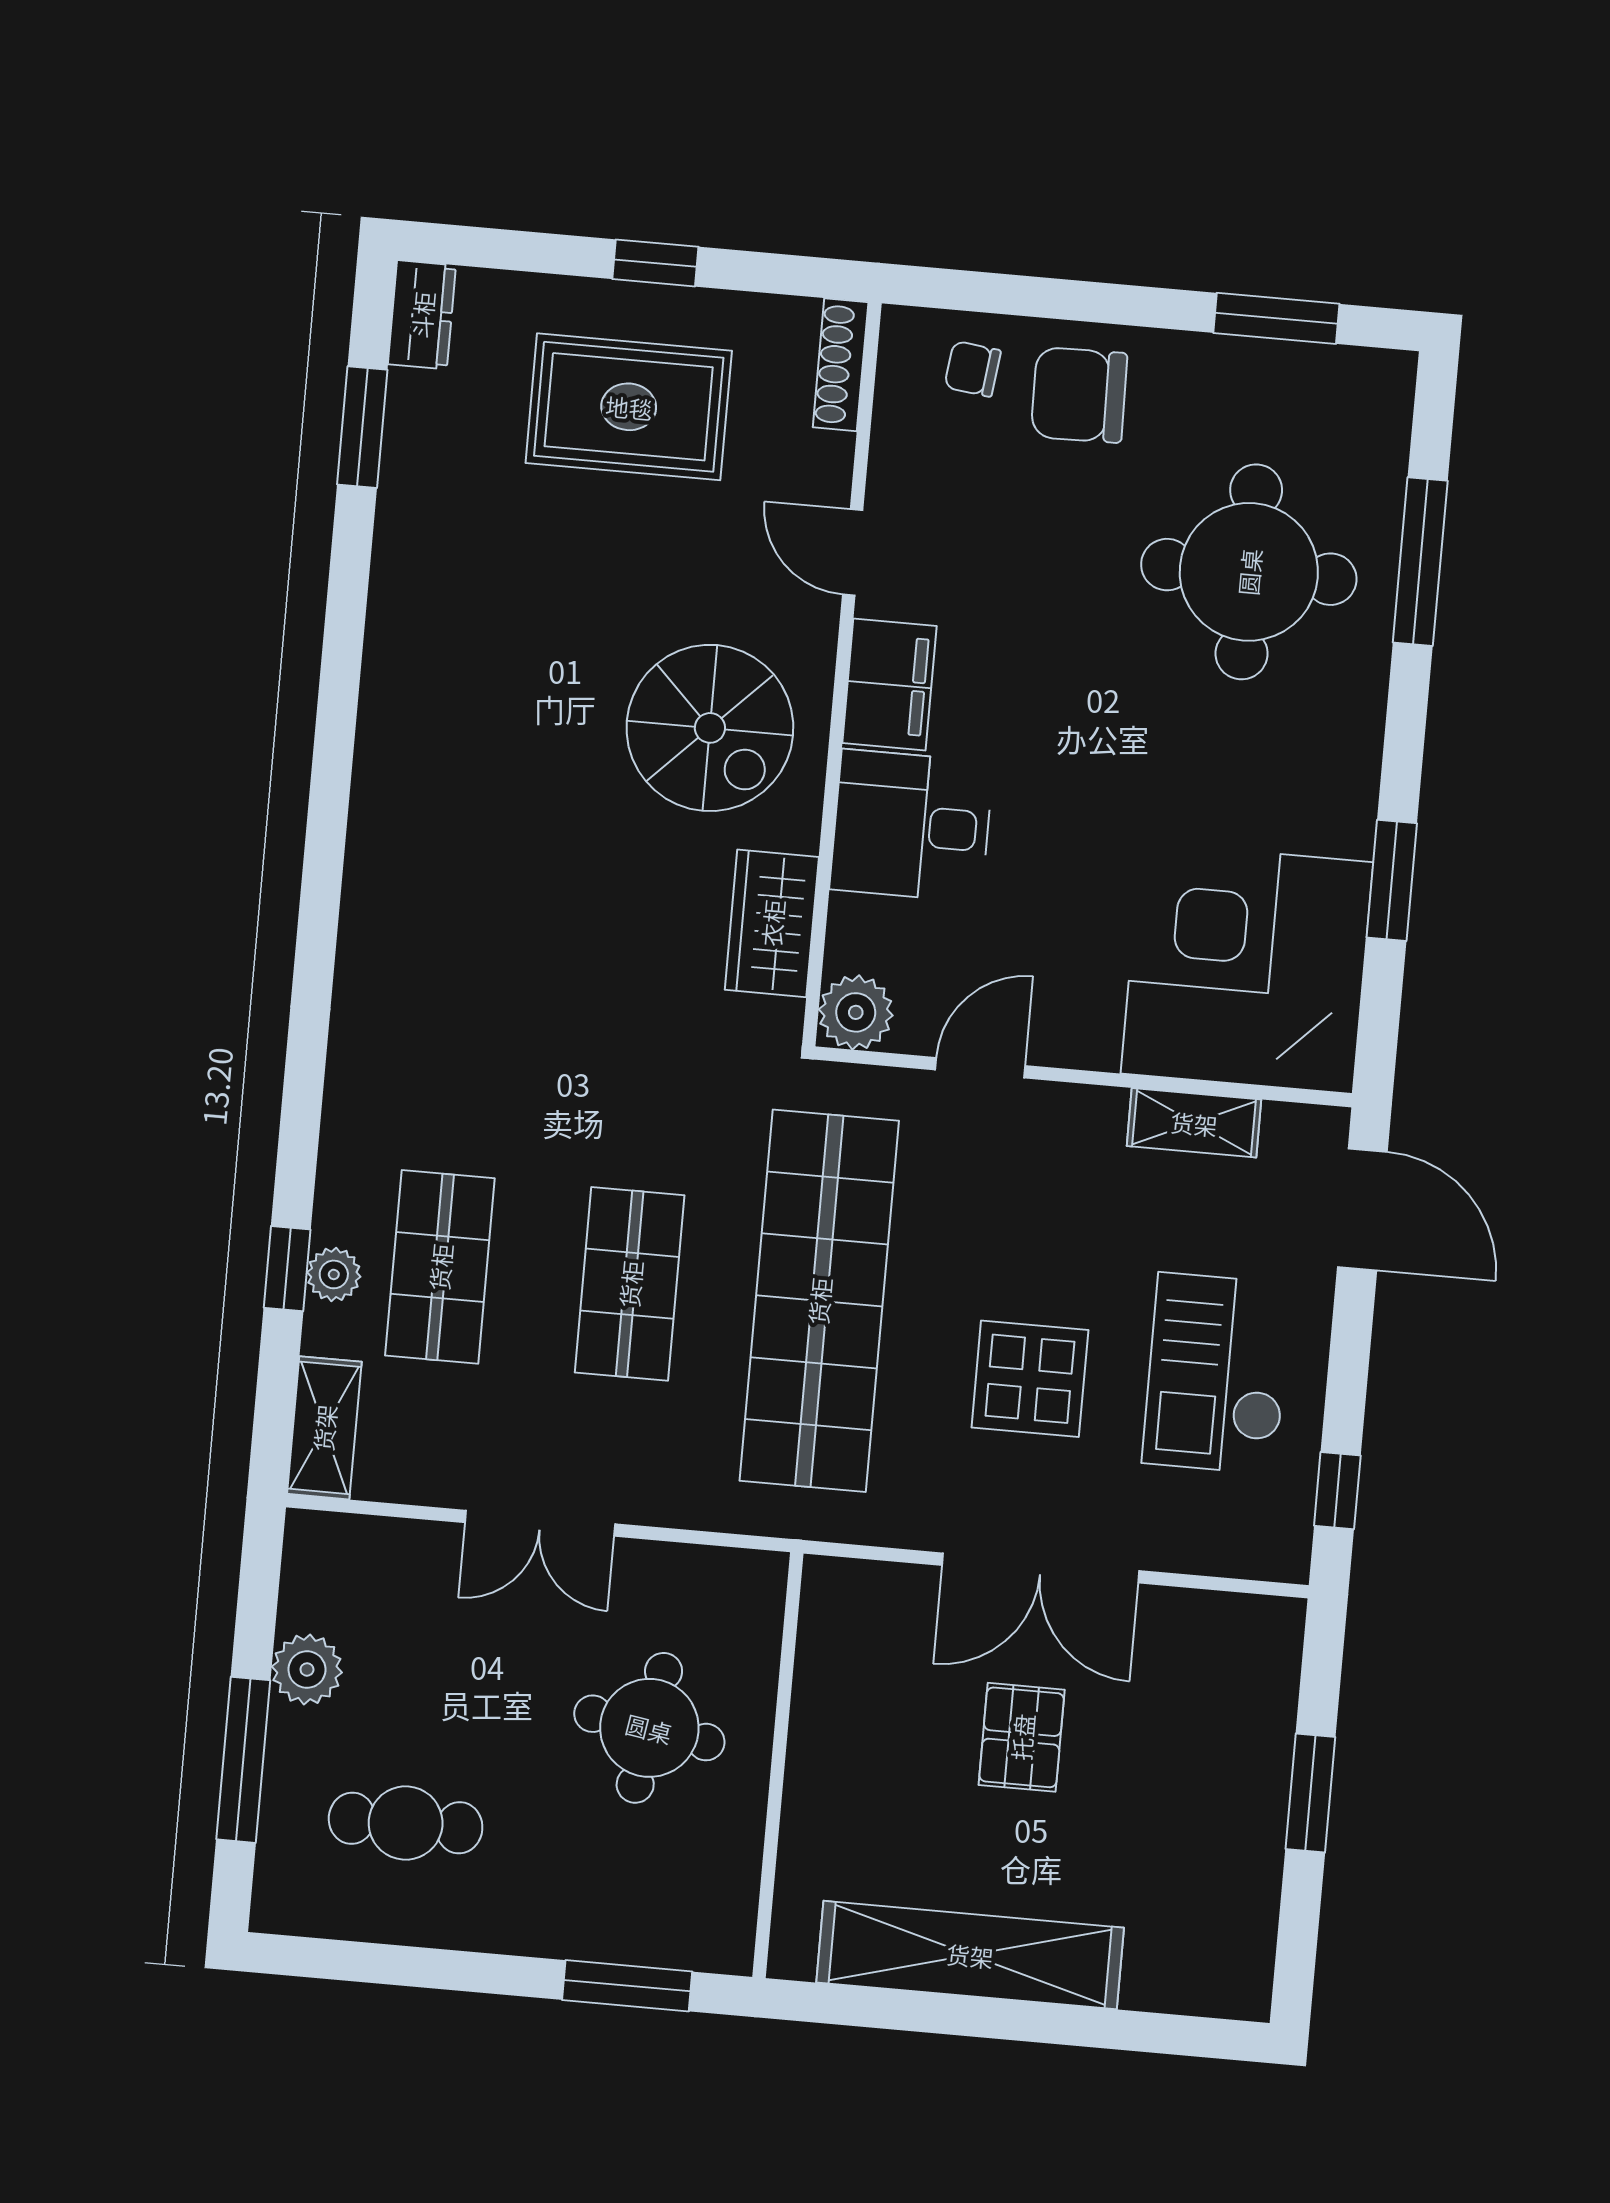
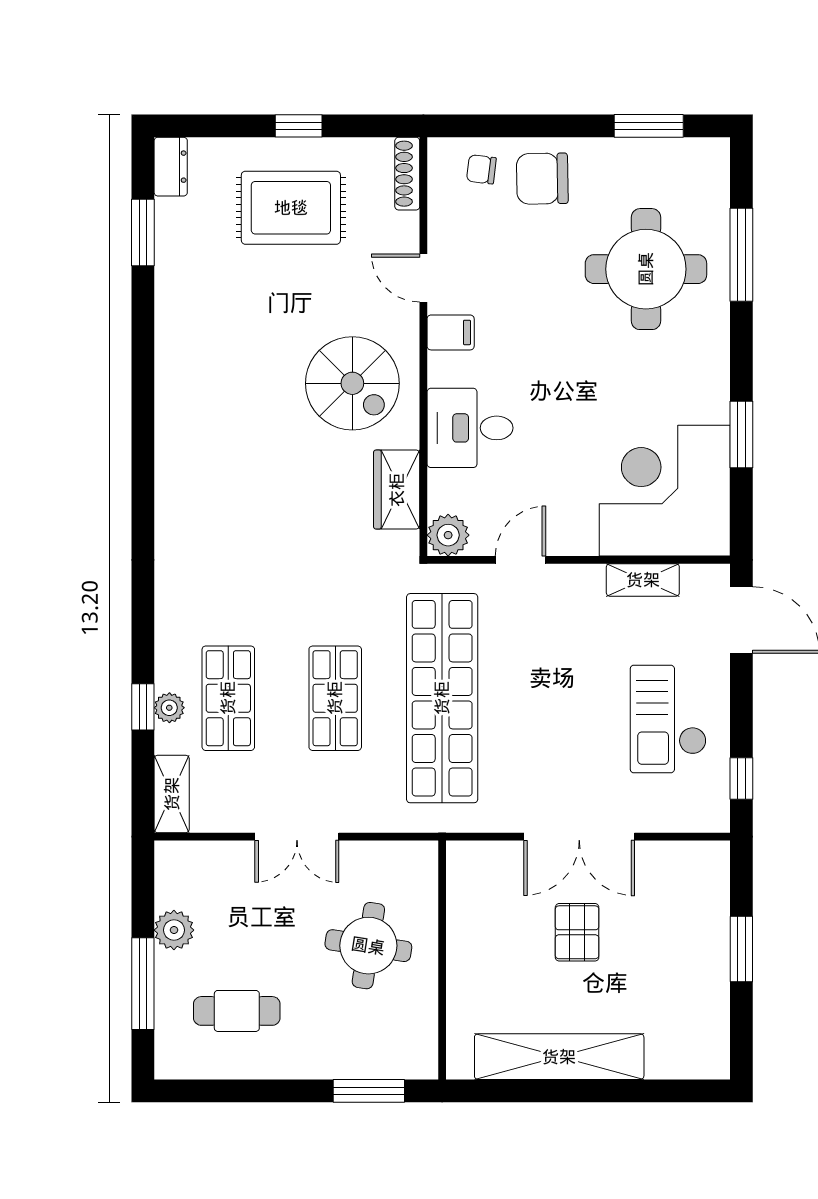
filing cabinet: (889, 684) -> (451, 332), width x0.50
display table: (1030, 1379) -> (564, 731), removed

